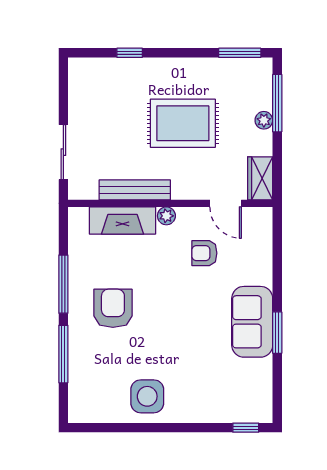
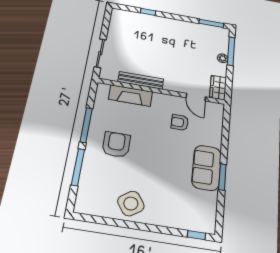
rug: (183, 123) -> (175, 51), removed
plant: (166, 216) -> (158, 98), removed
side table: (147, 396) -> (131, 204), turned -35

